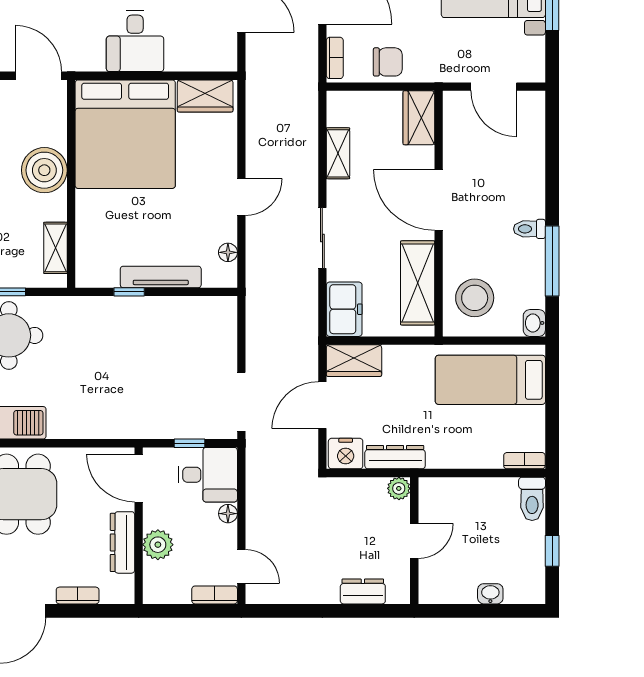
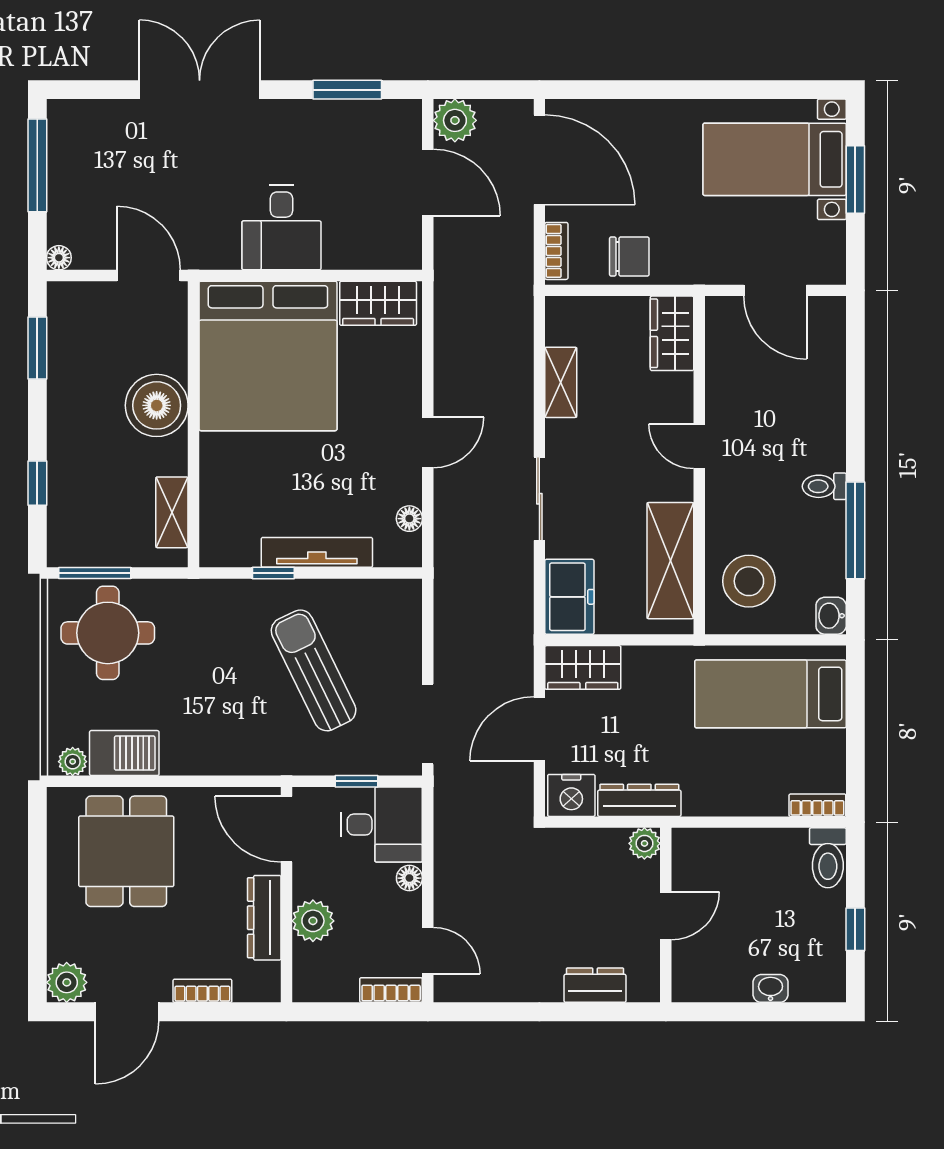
door: (439, 200) -> (699, 446), width x0.53
sun lounger: (158, 363) -> (314, 670), added

